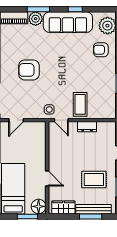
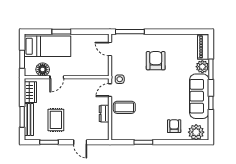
floor lamp: (39, 206) -> (43, 69), moved

